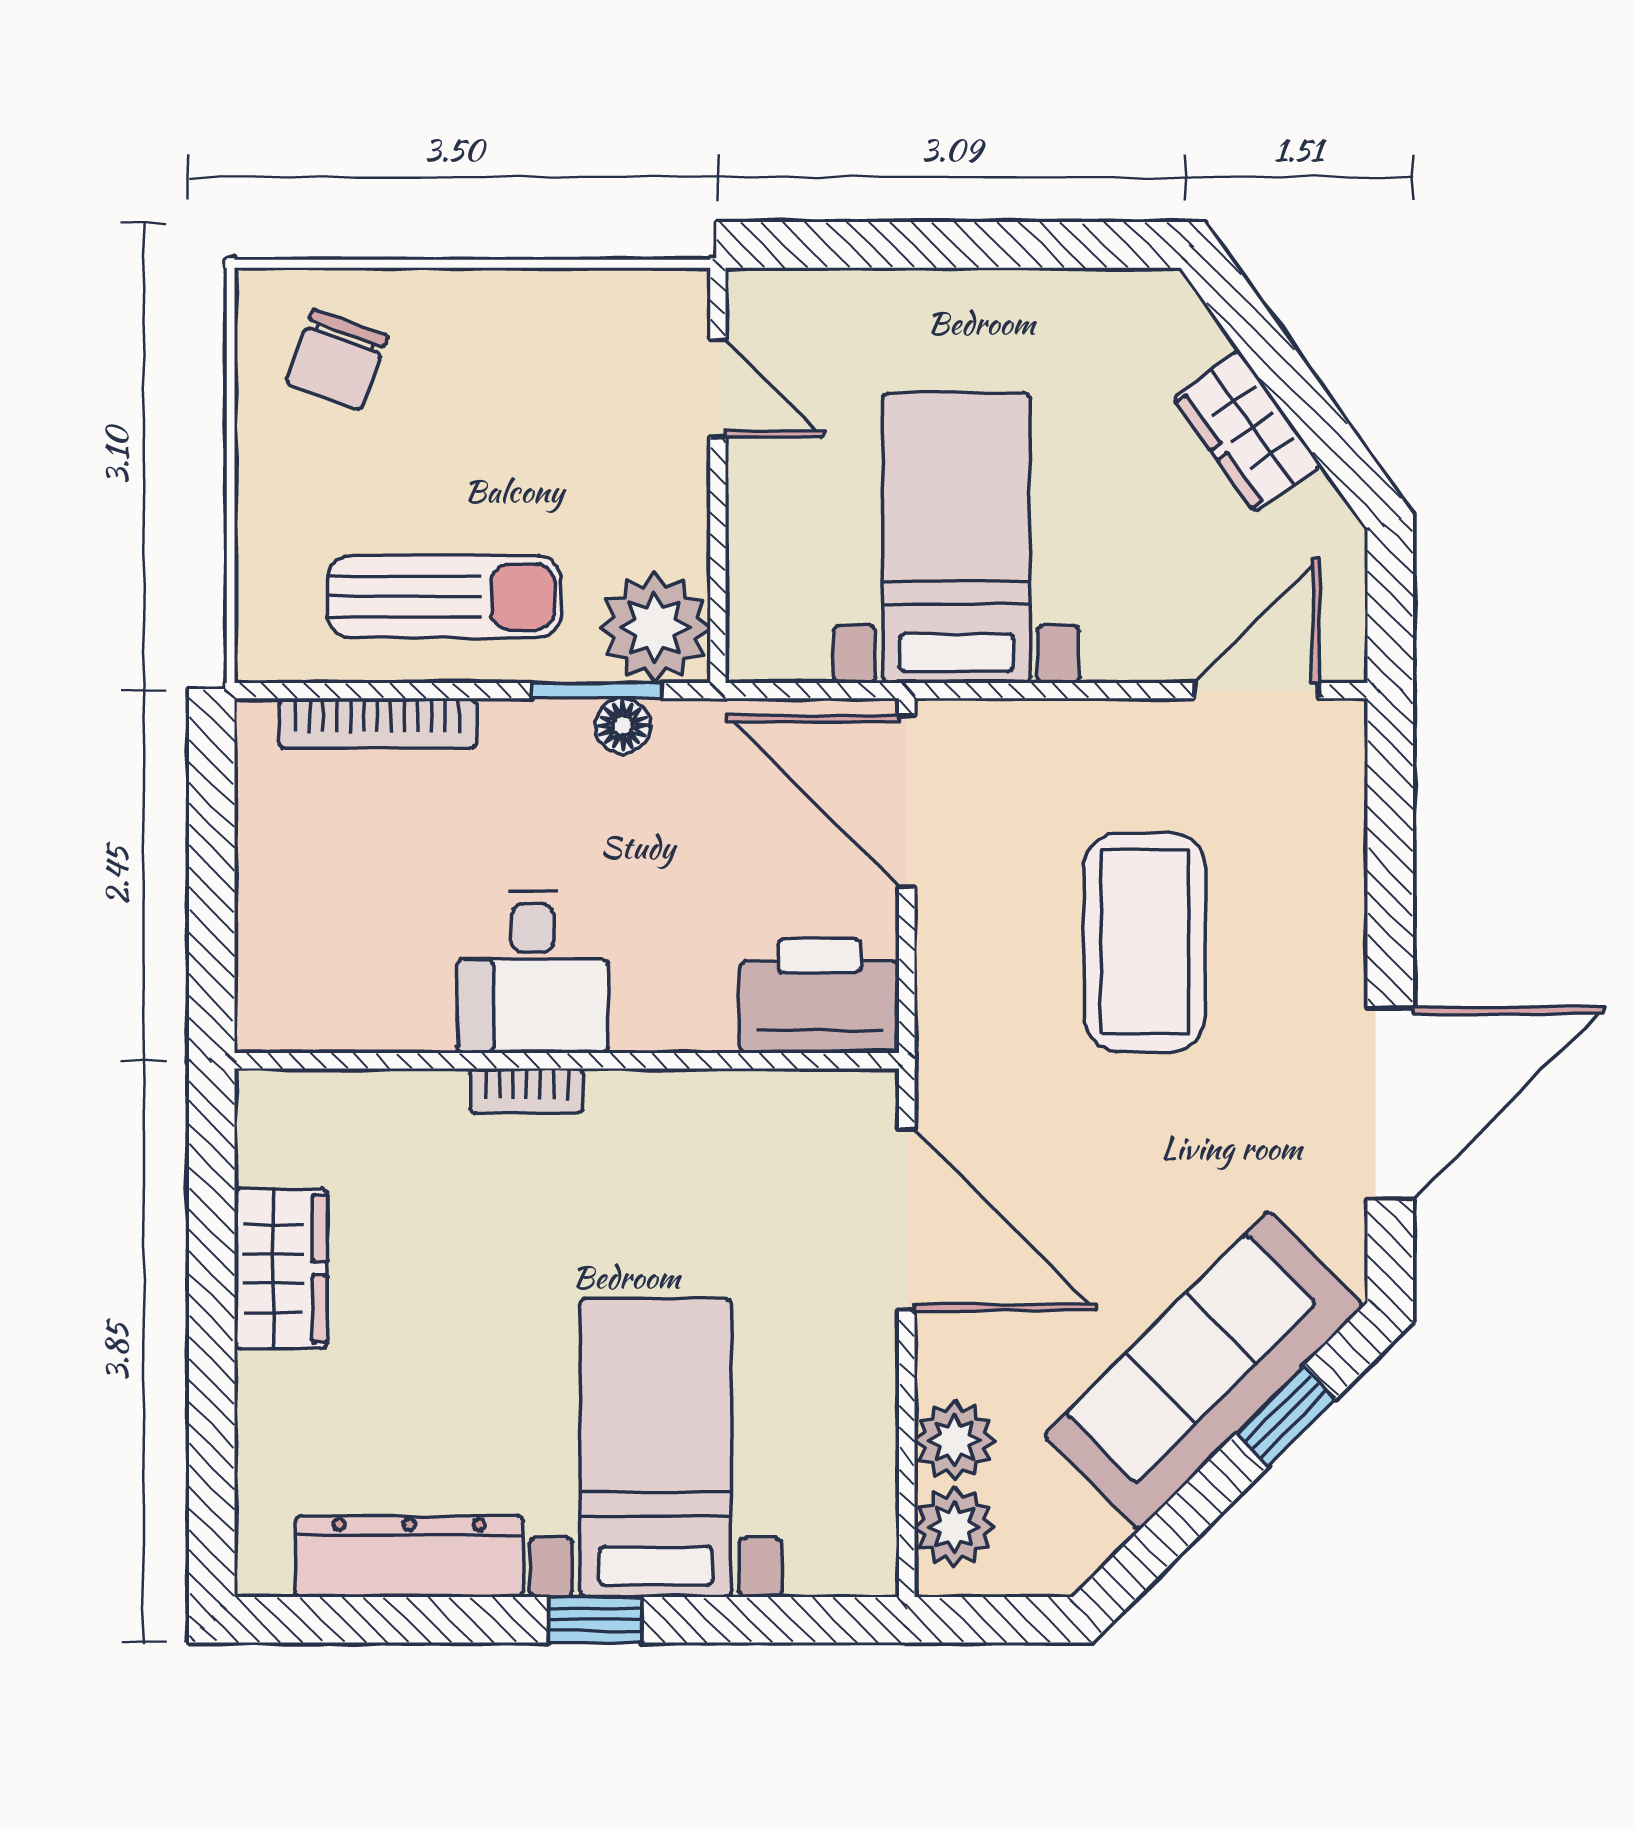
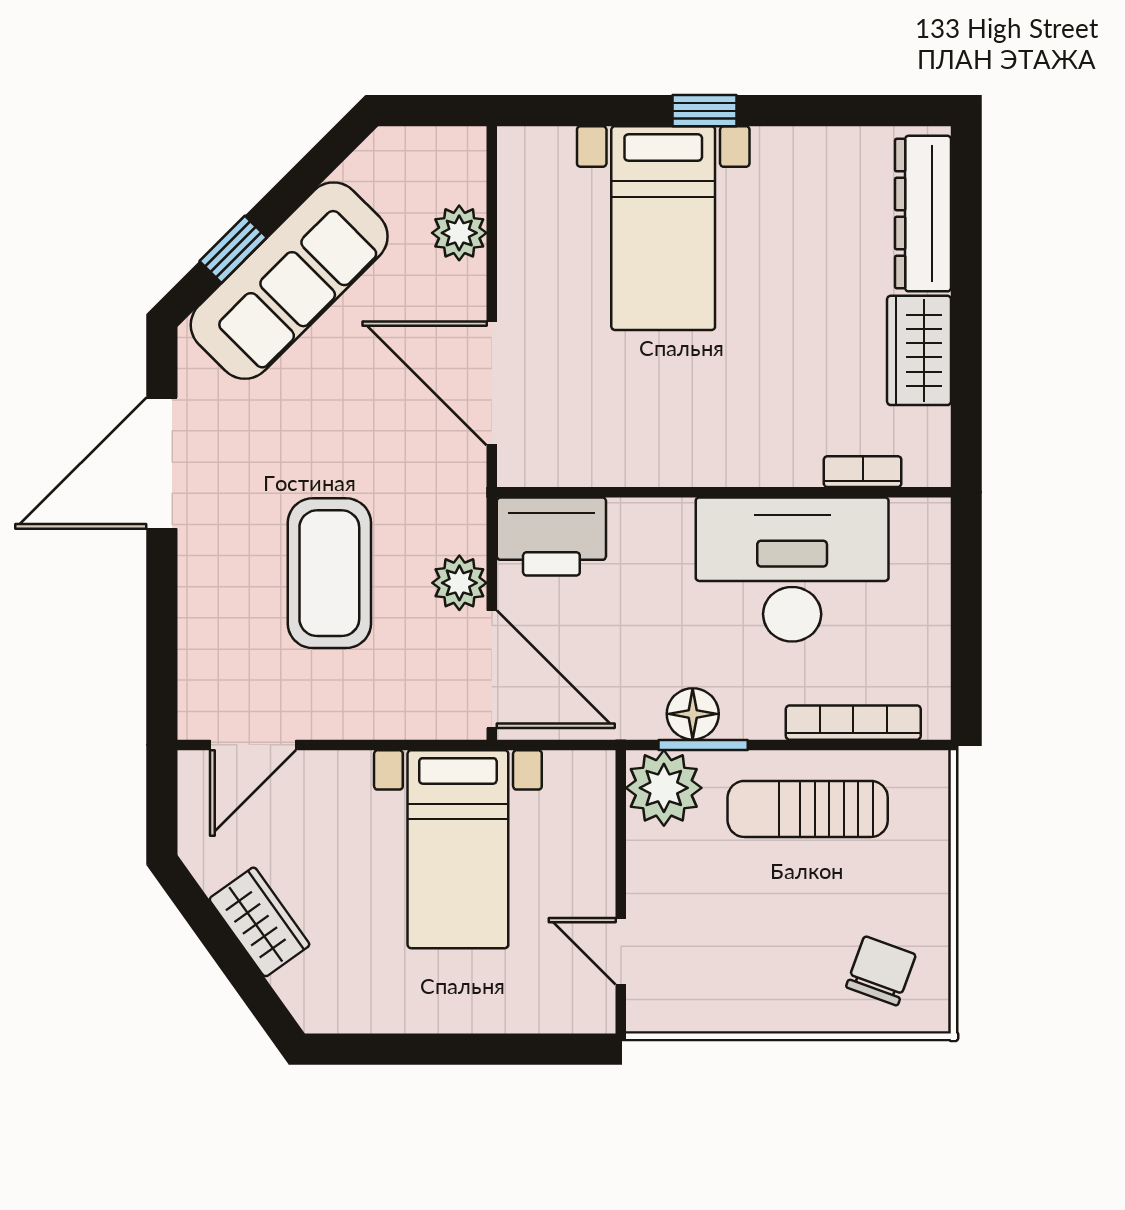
floor lamp: (623, 726) -> (693, 714), width x1.37, depth x1.37
desk: (533, 972) -> (792, 570), width x1.87, depth x1.30
bookcase: (527, 1091) -> (863, 472), moved
plant: (954, 1527) -> (459, 583), moved
dresser: (409, 1556) -> (923, 214), moved, turned 90

